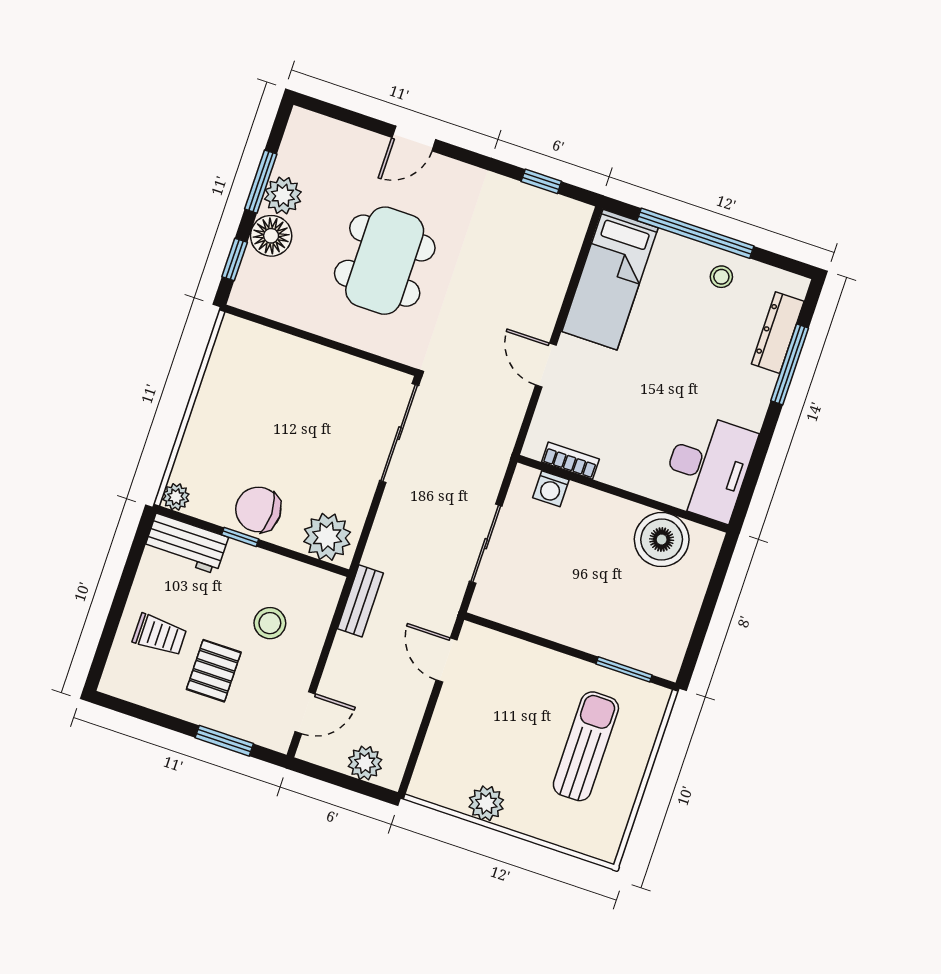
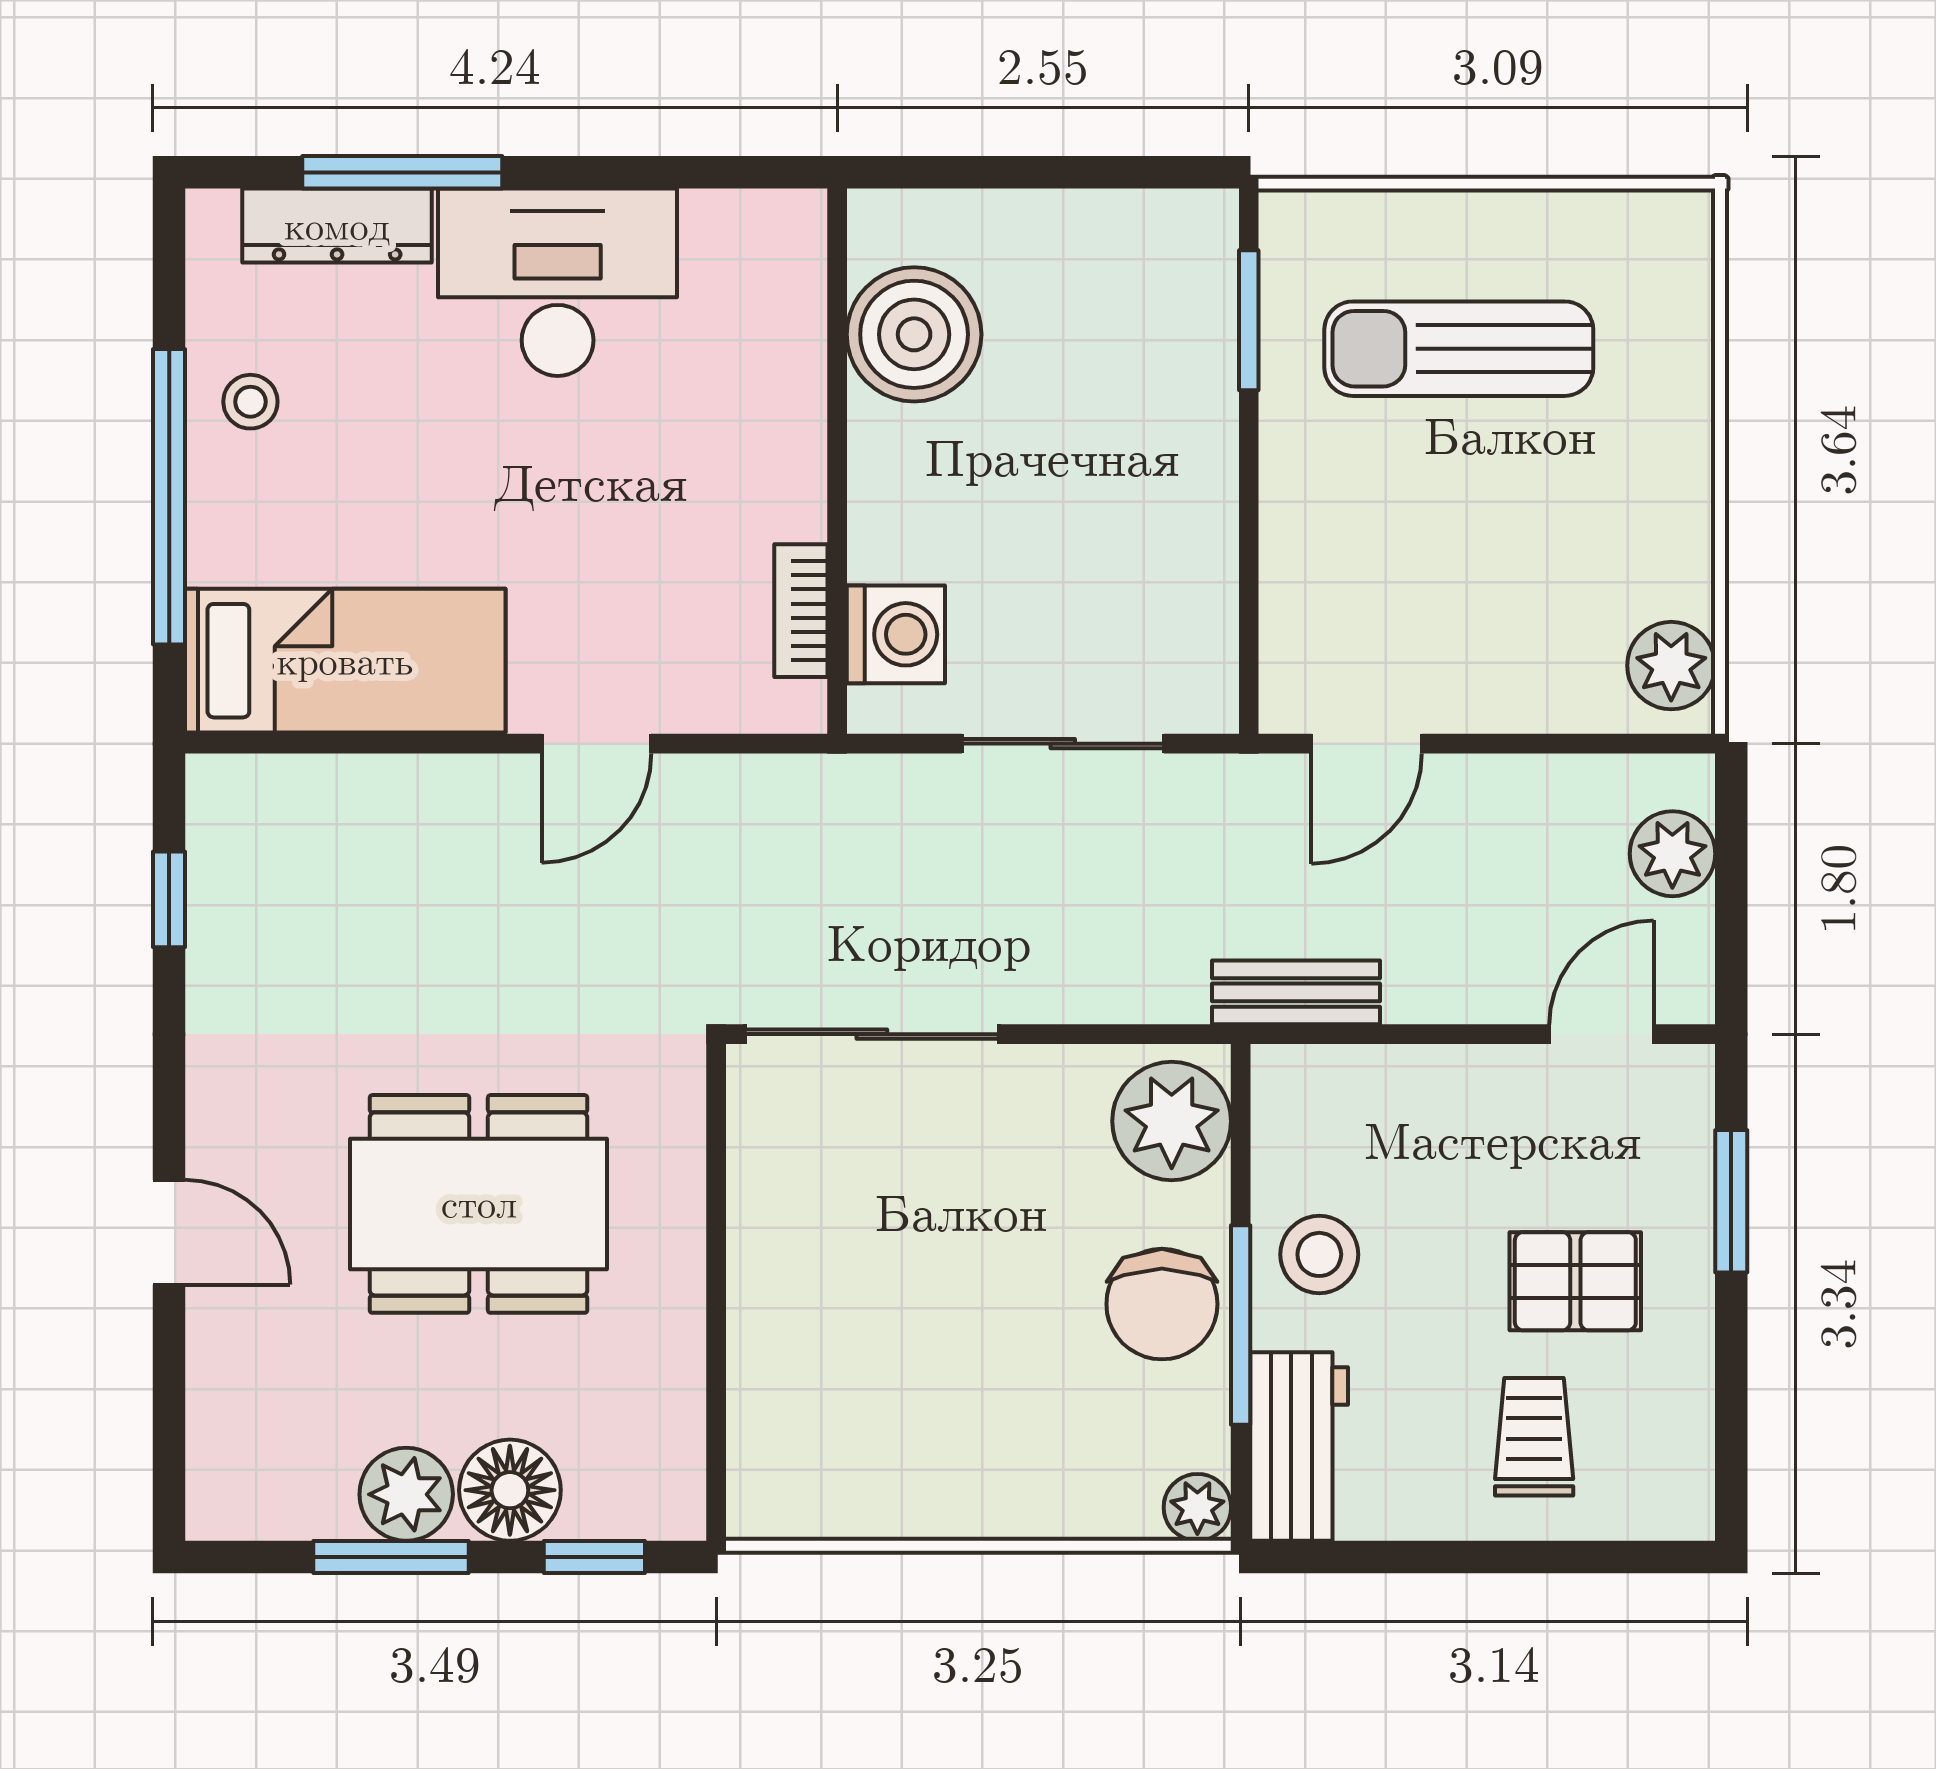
desk: (708, 467) -> (558, 282), moved
washing machine: (551, 489) -> (896, 634), width x1.38, depth x1.38
window: (240, 537) -> (1241, 1325), width x2.17
stool: (270, 623) -> (1319, 1254), moved
door: (305, 713) -> (1602, 1034), hinge flipped
plant: (486, 803) -> (1671, 666), moved

